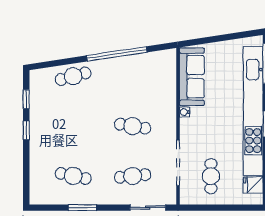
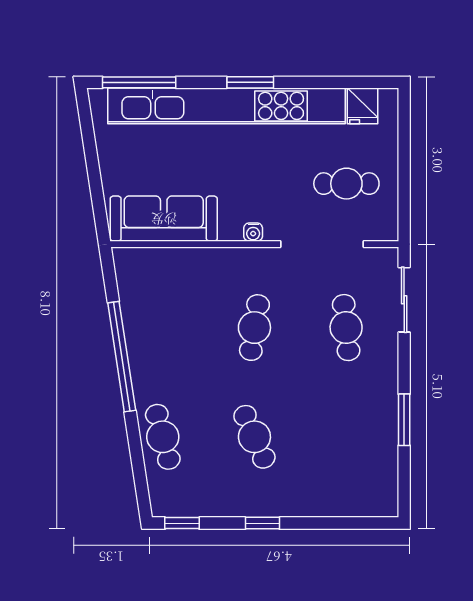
window: (26, 99) -> (182, 523), moved
water cooler: (185, 112) -> (253, 232), moved
cafe table: (73, 176) -> (254, 437), moved, turned -36

